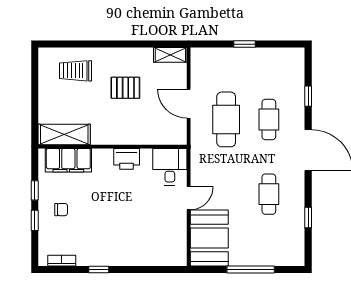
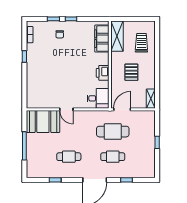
shelving: (64, 134) -> (117, 36), moved
wall: (113, 147) -> (110, 65), moved
printer: (127, 159) -> (103, 73), moved
filing cabinet: (68, 160) -> (102, 39), moved
desk: (170, 167) -> (98, 98), moved

